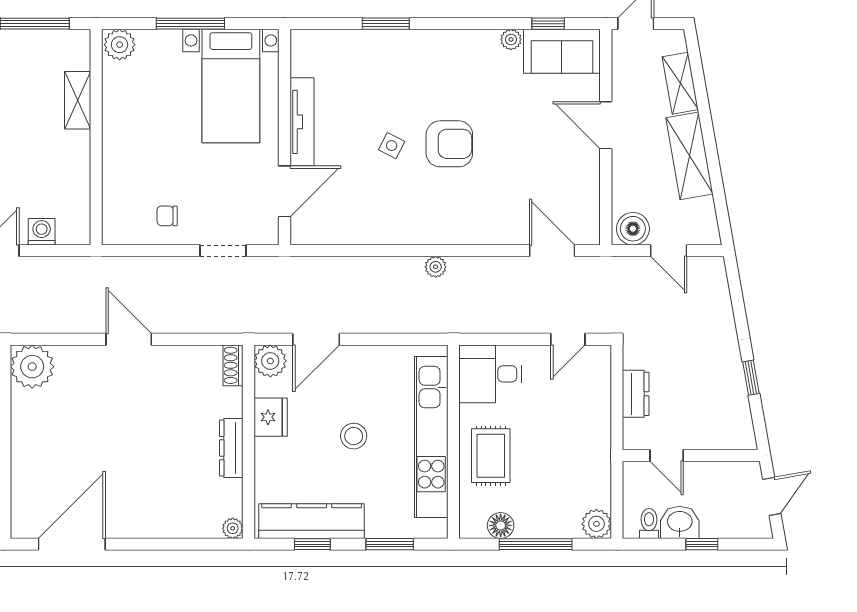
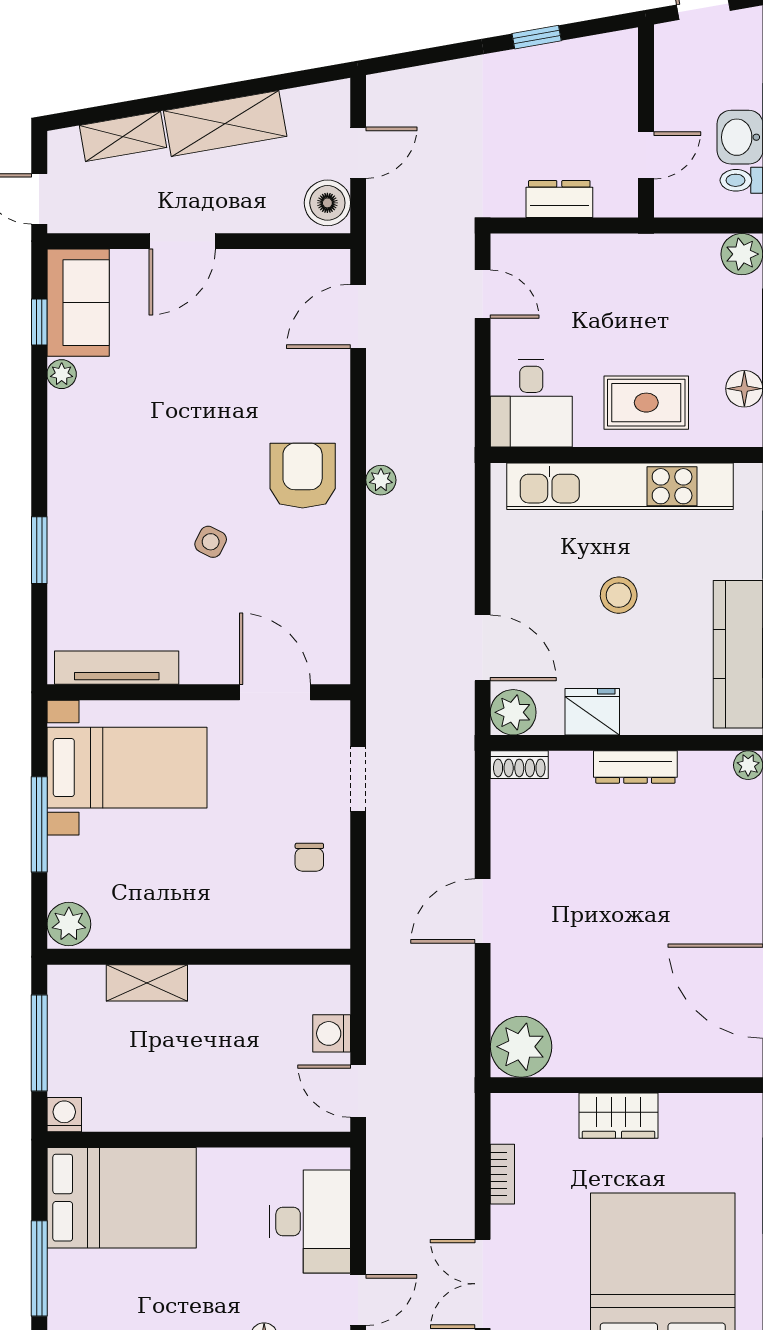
tv unit: (302, 122) -> (117, 668), moved
armchair: (449, 144) -> (303, 476), moved

